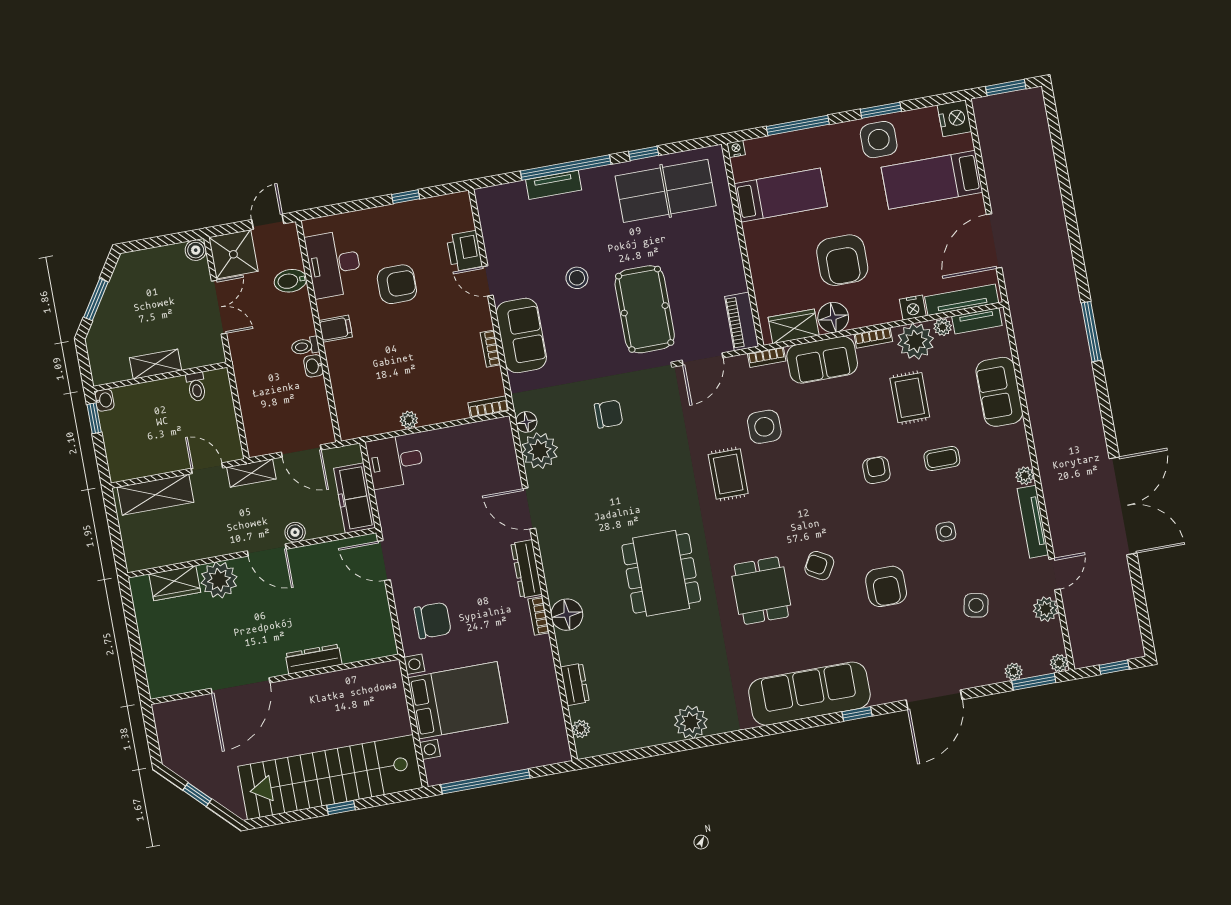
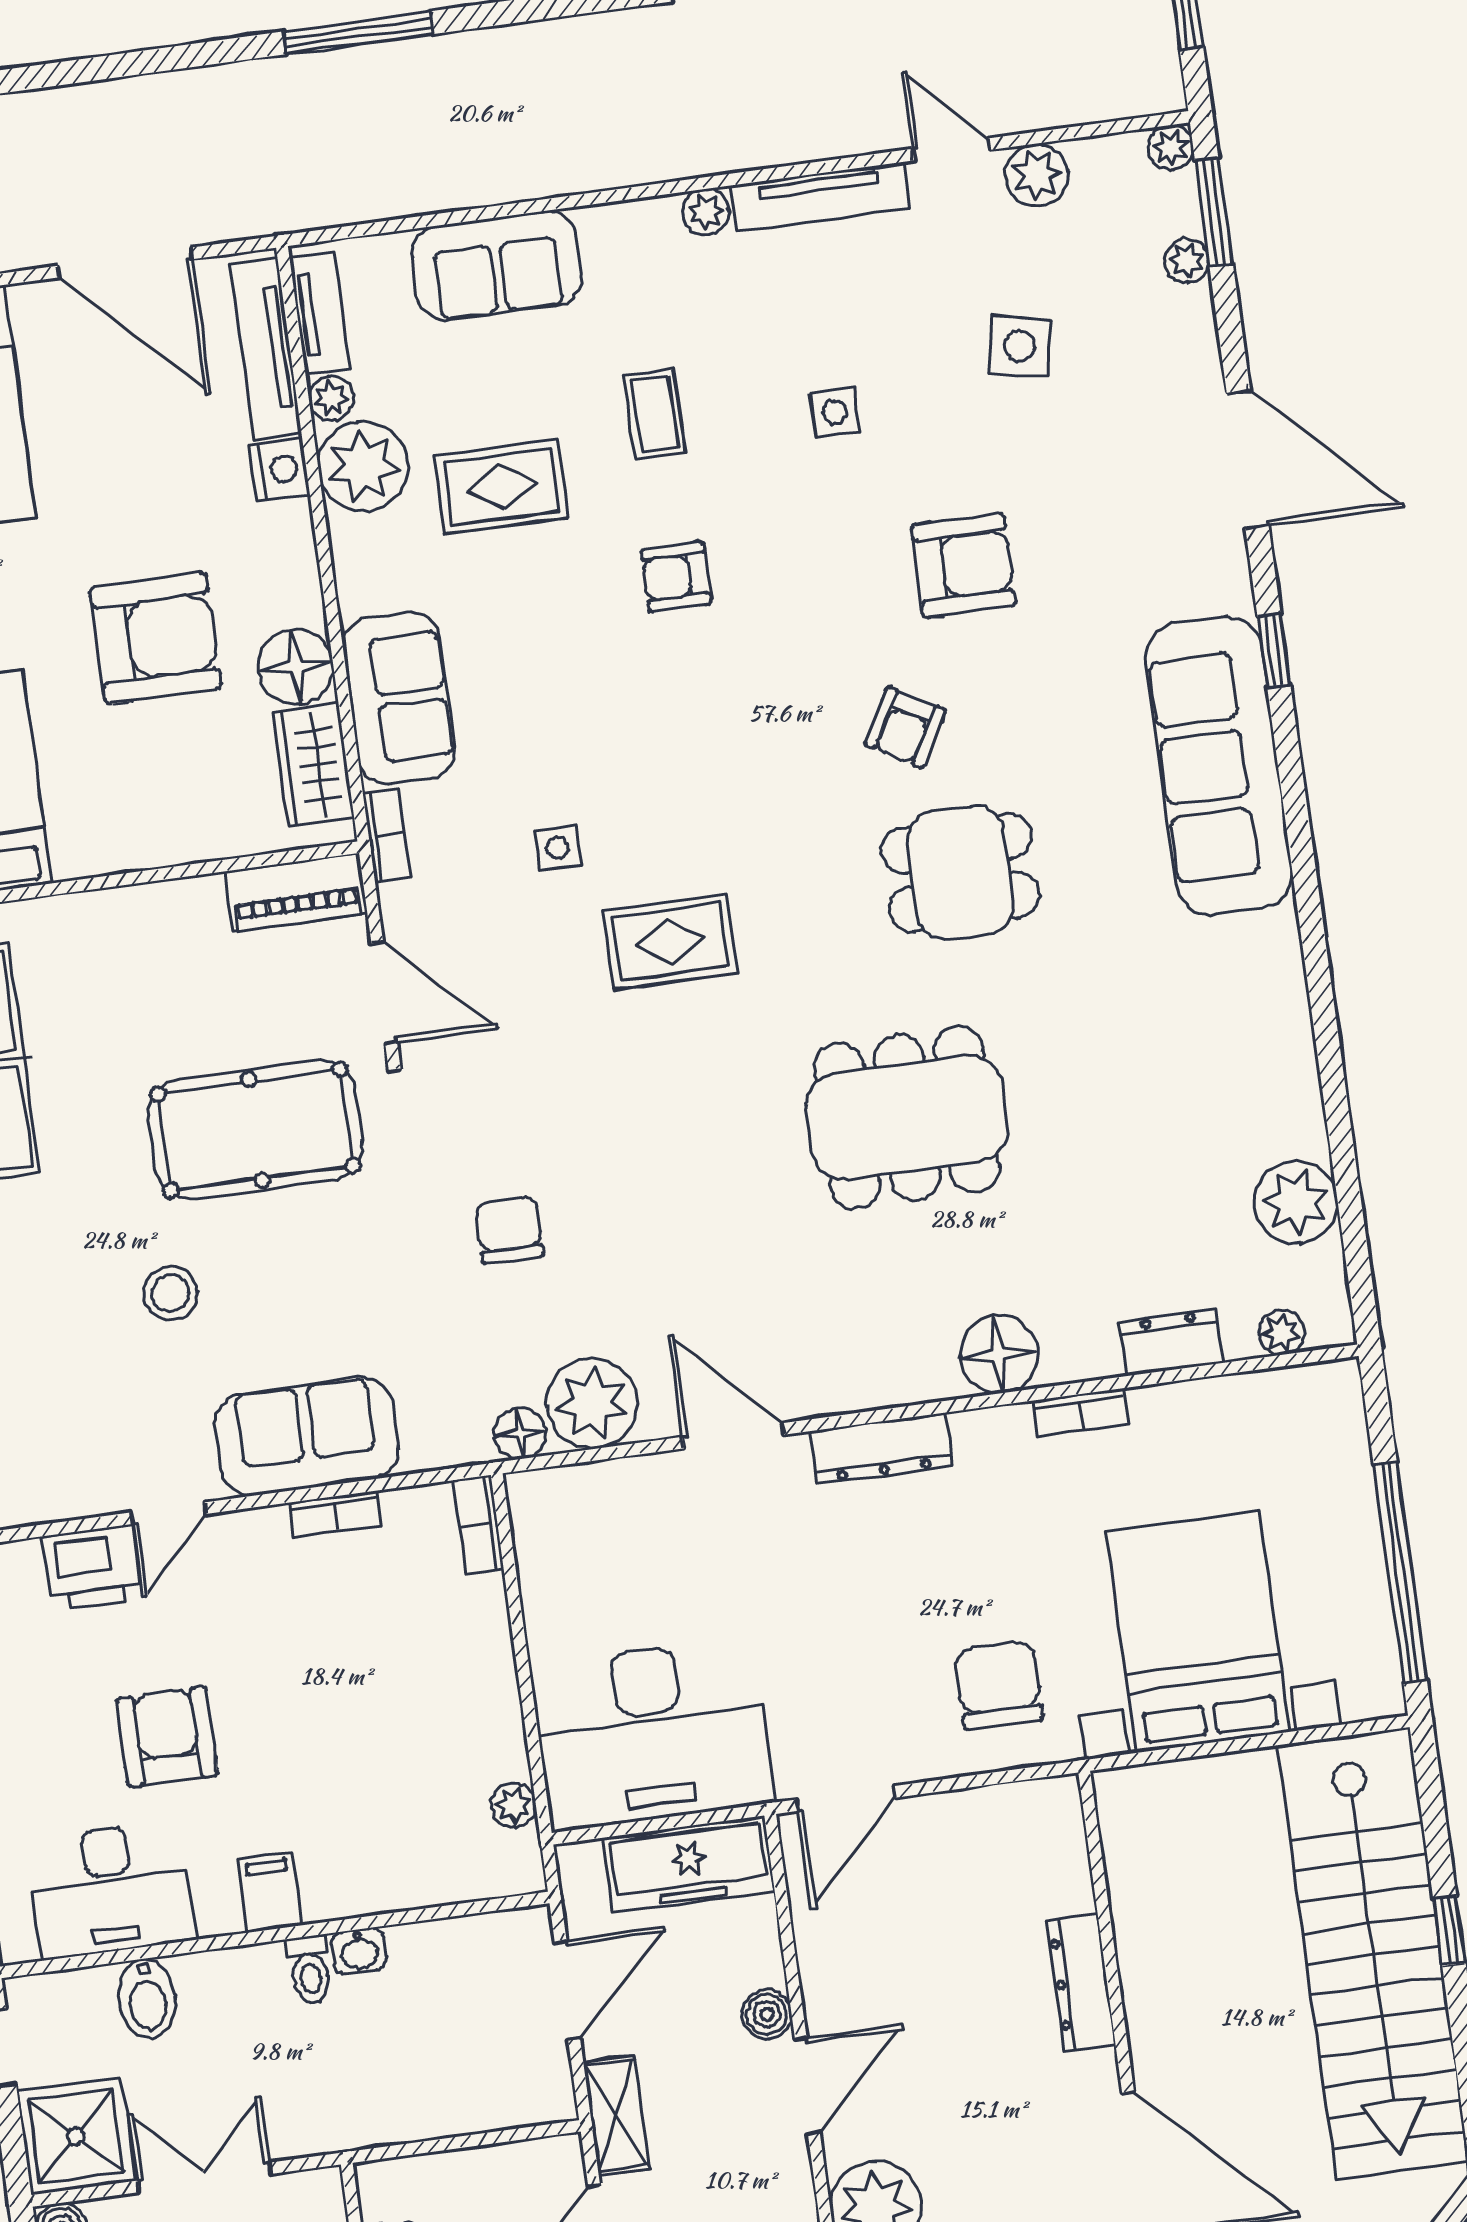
bookcase: (873, 338) -> (350, 570), removed
plant: (409, 420) -> (514, 1805), moved
side table: (764, 427) -> (557, 848), width x0.54, depth x0.54
desk: (395, 461) -> (652, 1734), width x1.87, depth x1.30
door: (529, 508) -> (733, 1436), swing flipped
bookcase: (539, 616) -> (1080, 1413), moved
plant: (691, 722) -> (1296, 1202), moved

